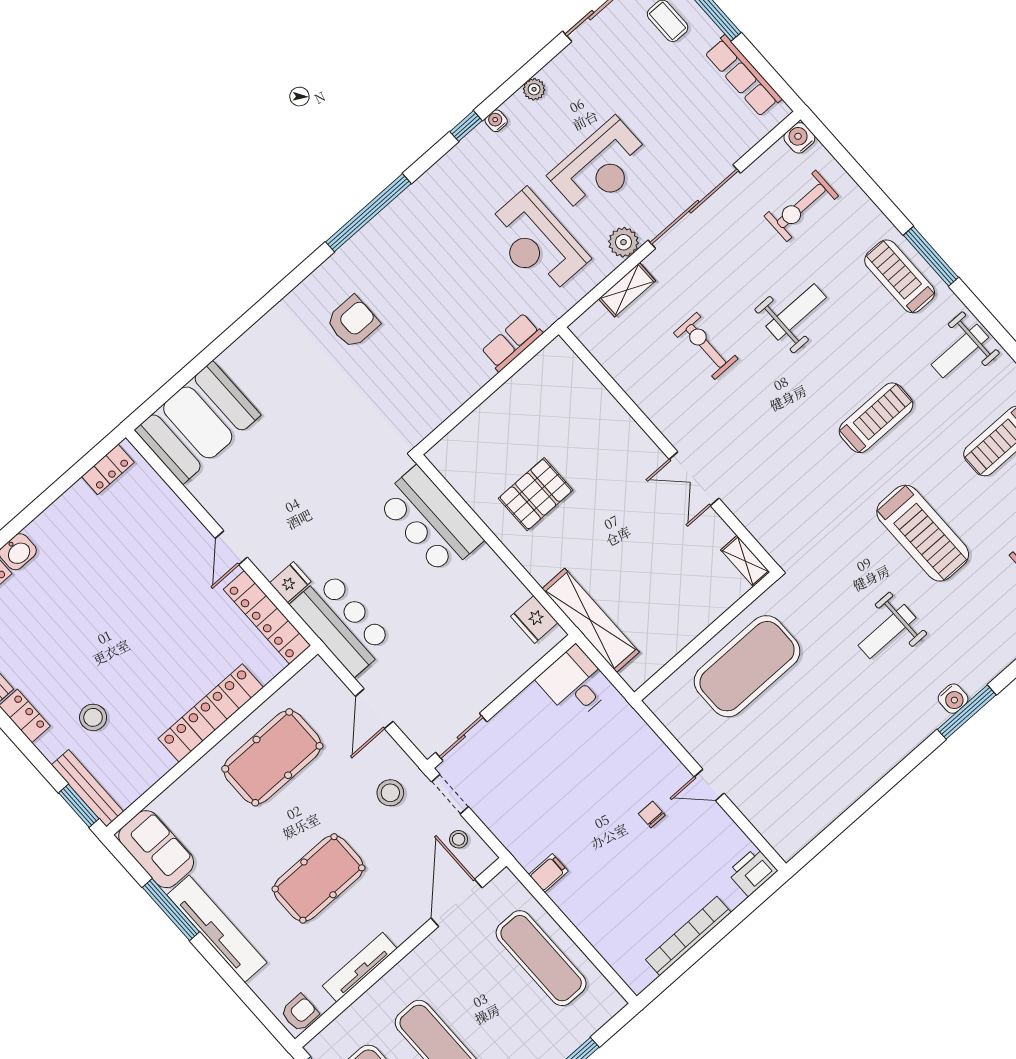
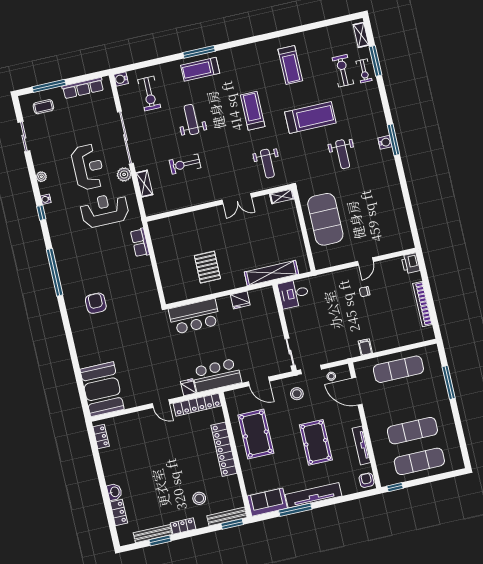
reception desk: (537, 242) -> (105, 210), turned 180
weight bench: (960, 351) -> (267, 164), moved
fridge: (534, 619) -> (240, 300), moved

